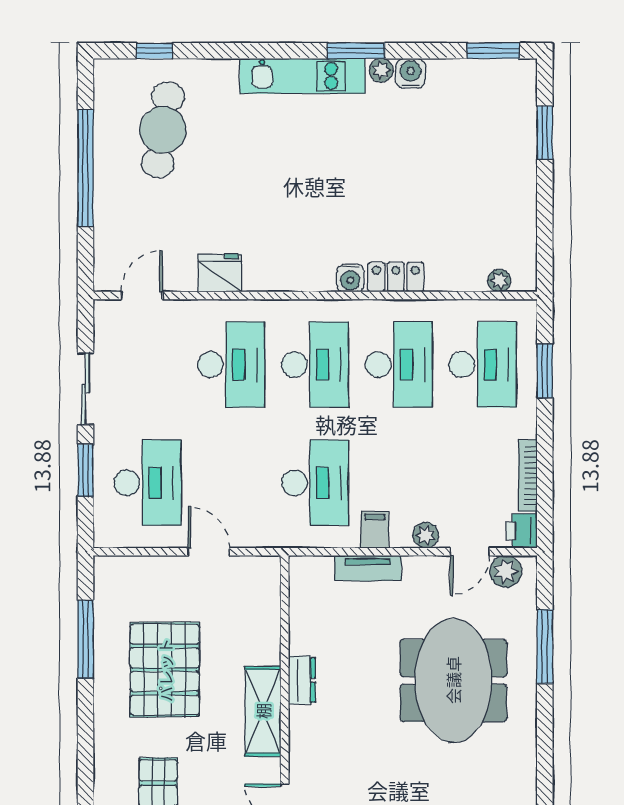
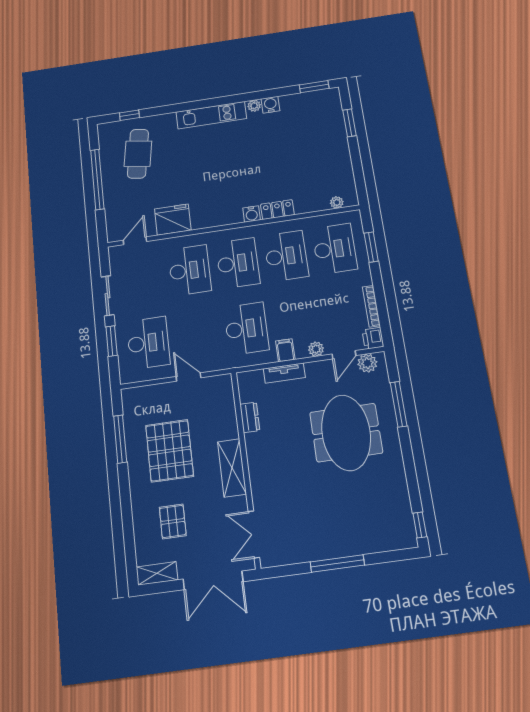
window: (356, 51) -> (239, 98), removed
fridge: (220, 273) -> (173, 220), width x1.36, depth x1.34
dresser: (302, 680) -> (250, 417), moved

